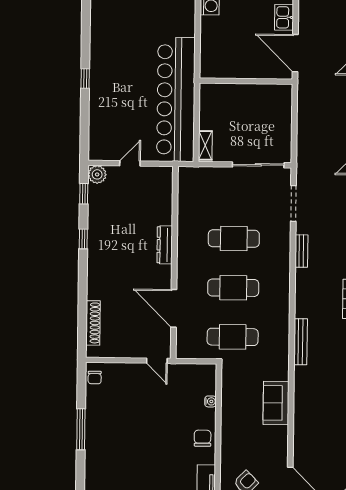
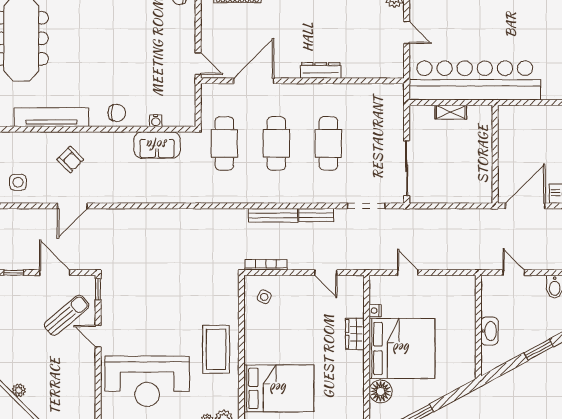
shelving: (205, 145) -> (451, 112), moved
bench: (301, 342) -> (273, 215), moved
door: (157, 361) -> (198, 64), swing flipped
sofa: (276, 403) -> (157, 145), moved, turned 180

